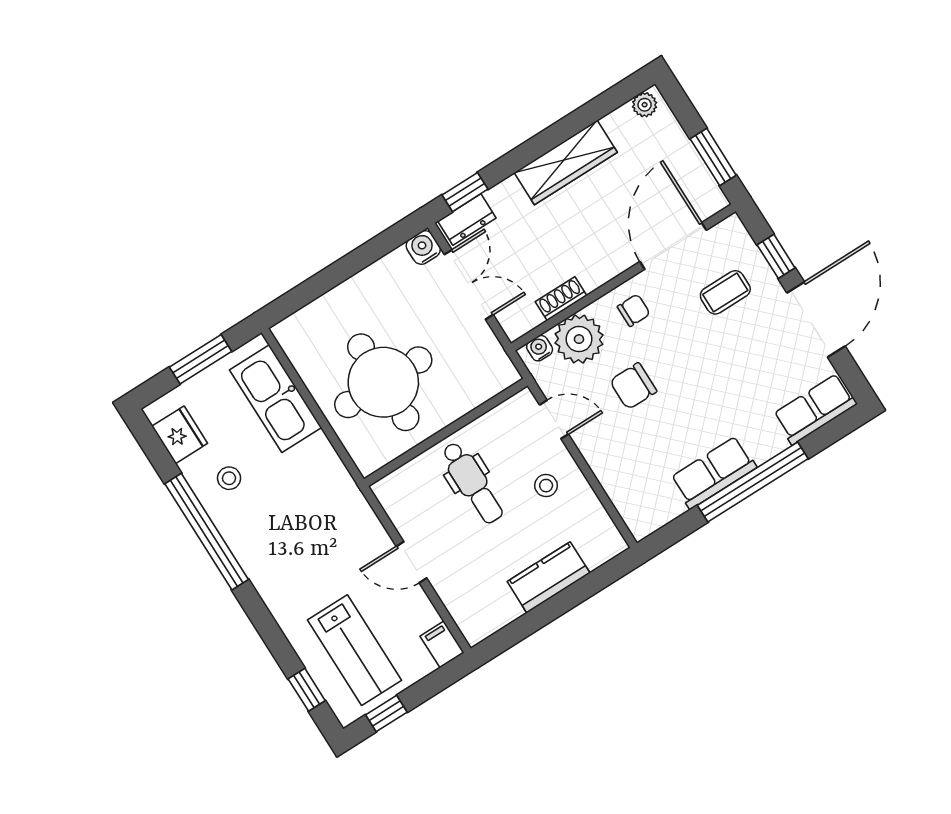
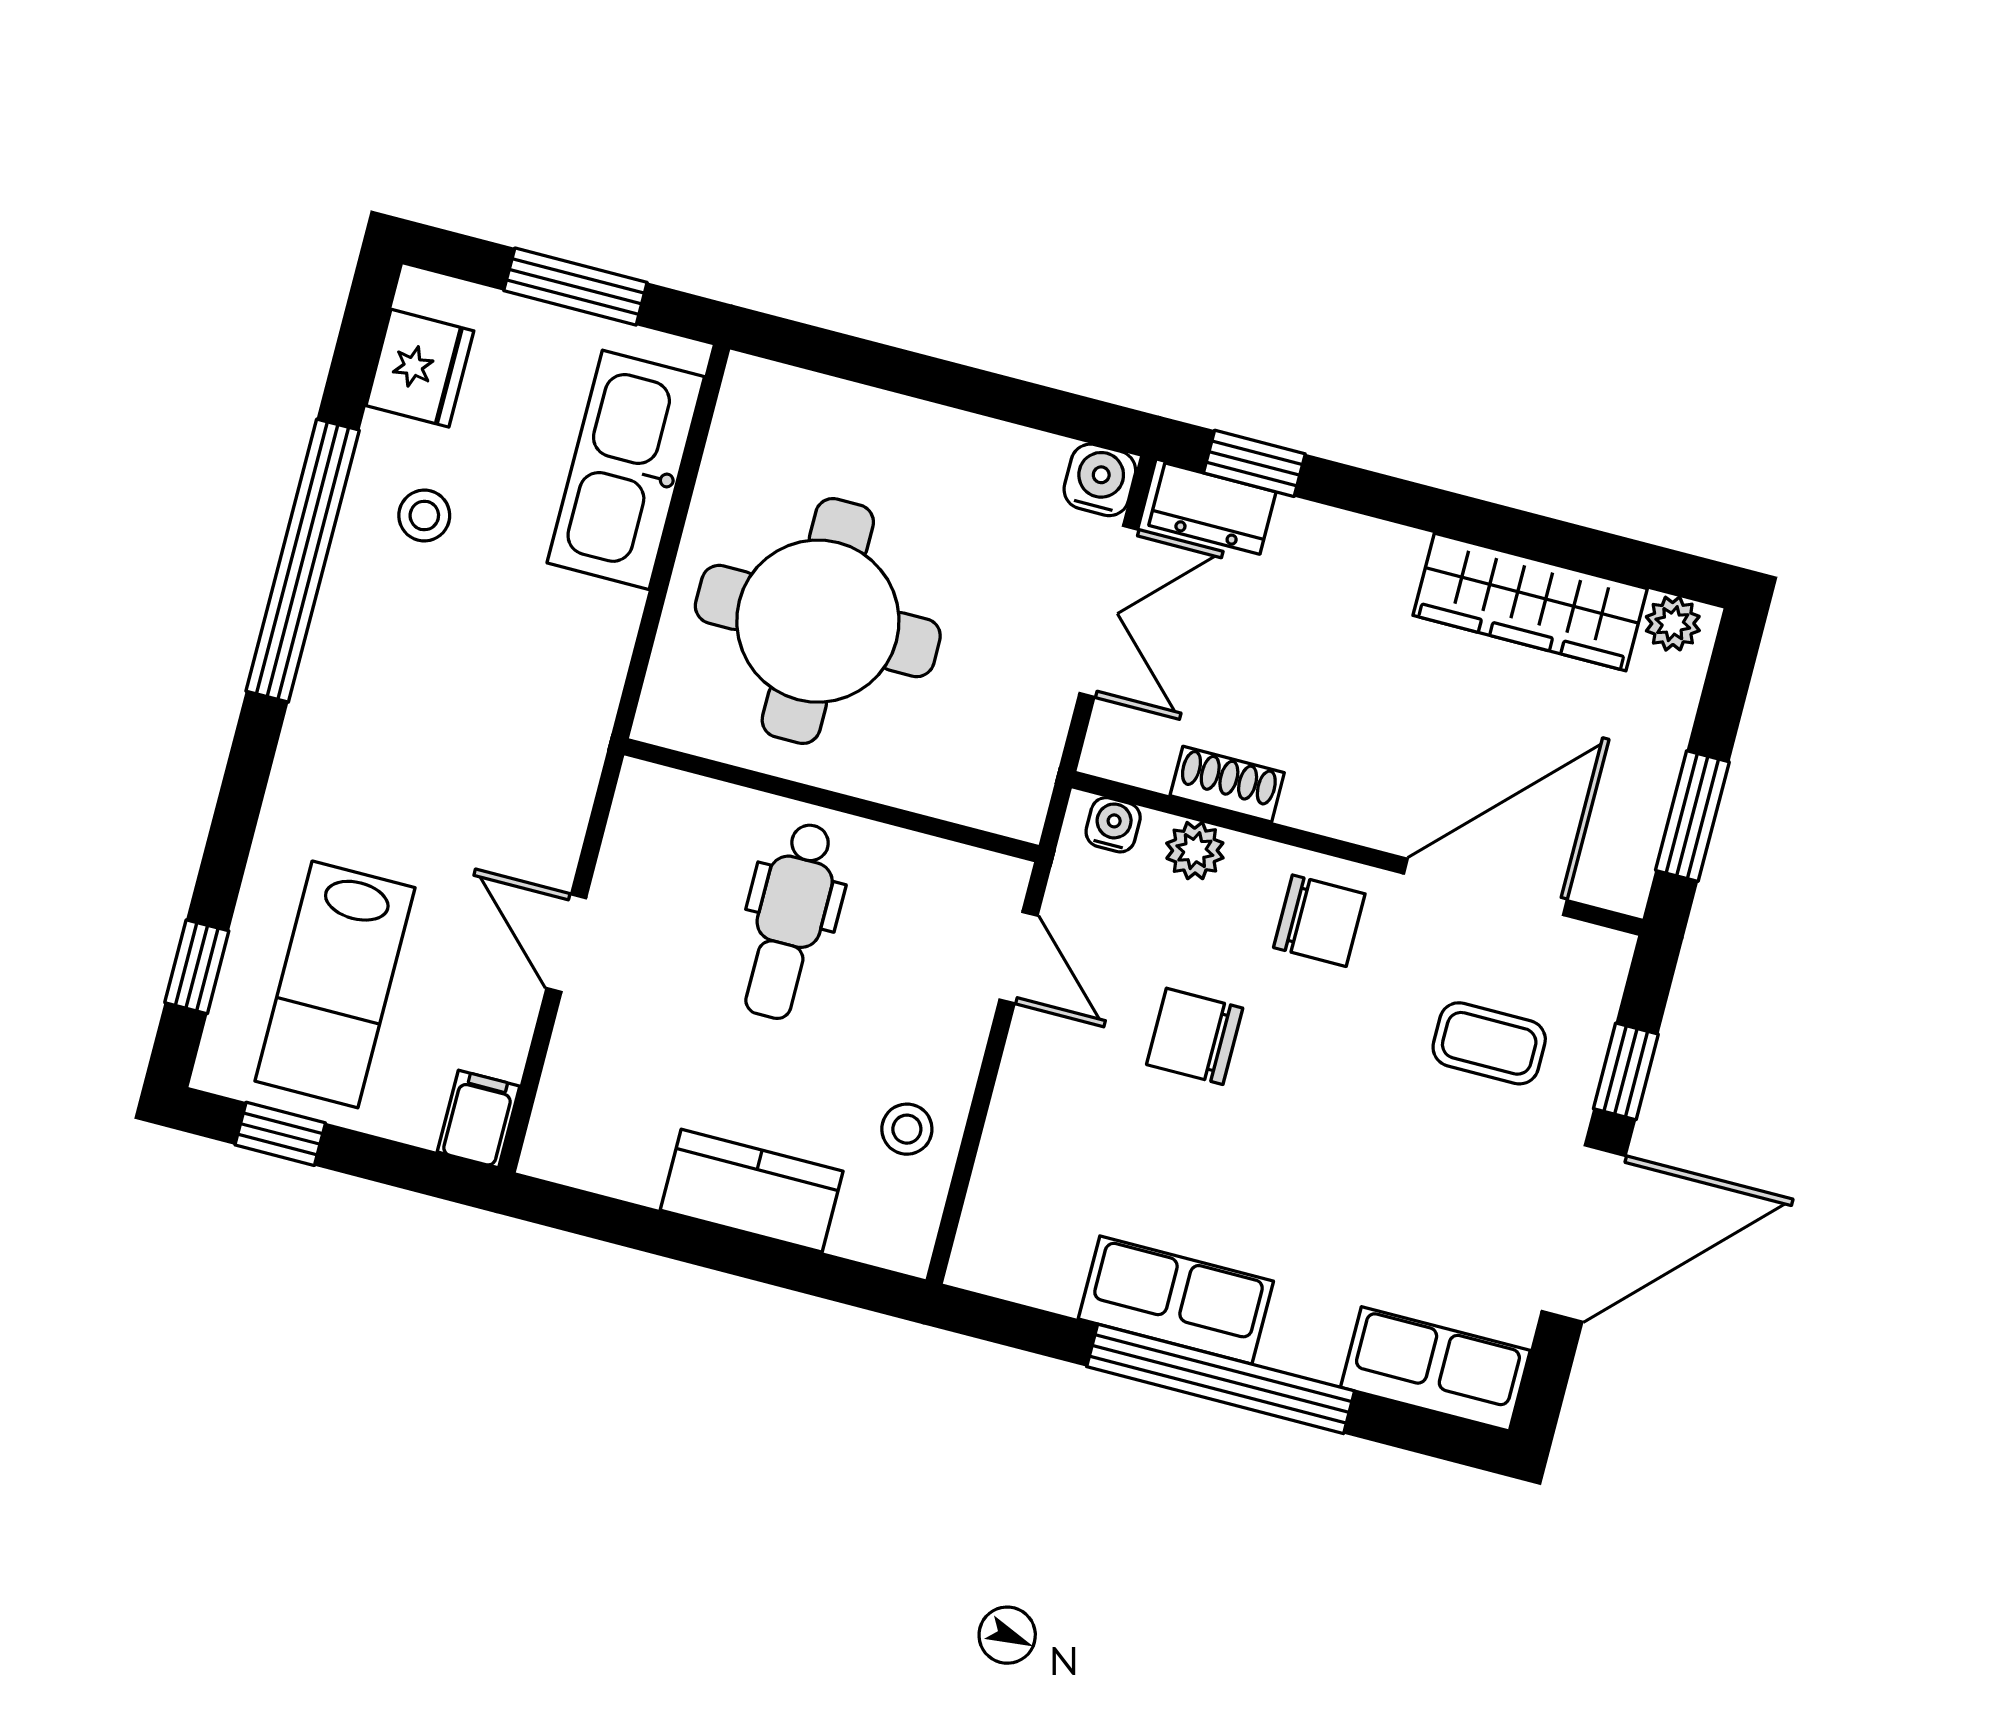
wardrobe: (566, 163) -> (1530, 602), moved
chair: (634, 310) -> (1319, 921), width x1.37, depth x1.37
plant: (579, 339) -> (1195, 851), width x0.53, depth x0.53
stool: (546, 486) -> (907, 1129), moved

